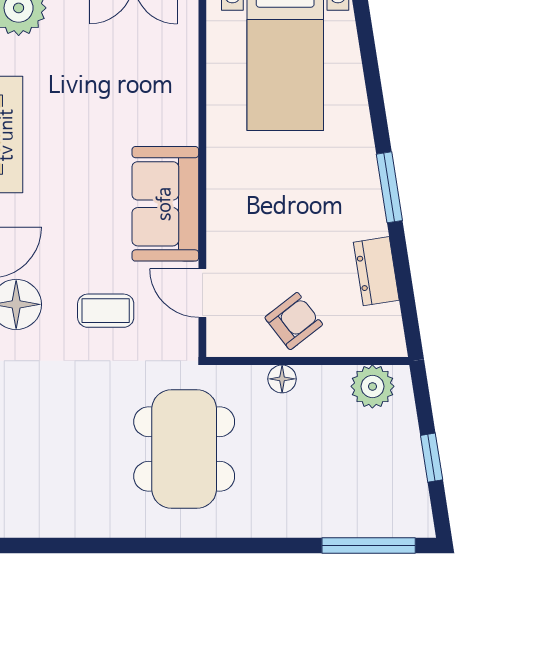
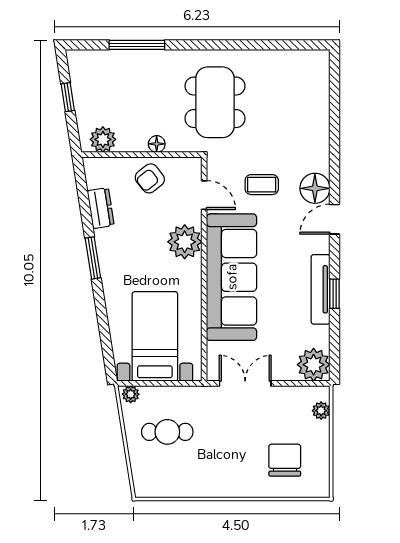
sofa: (165, 204) -> (232, 277), width x1.85, depth x1.27
plant: (235, 214) -> (185, 242), added
window: (369, 546) -> (137, 45), moved

